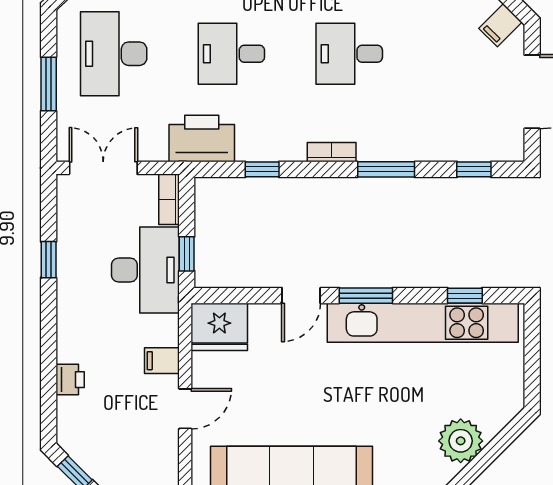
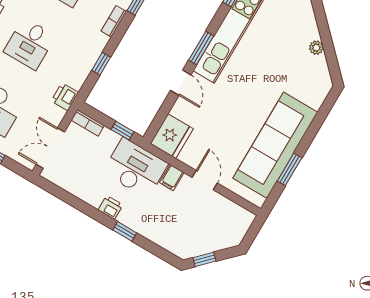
printer: (202, 138) -> (65, 97), width x0.53, depth x0.68
window: (49, 260) -> (125, 231), moved
desk: (145, 270) -> (135, 168), moved
printer: (70, 380) -> (110, 207), moved
plant: (461, 441) -> (316, 48), width x0.53, depth x0.53

